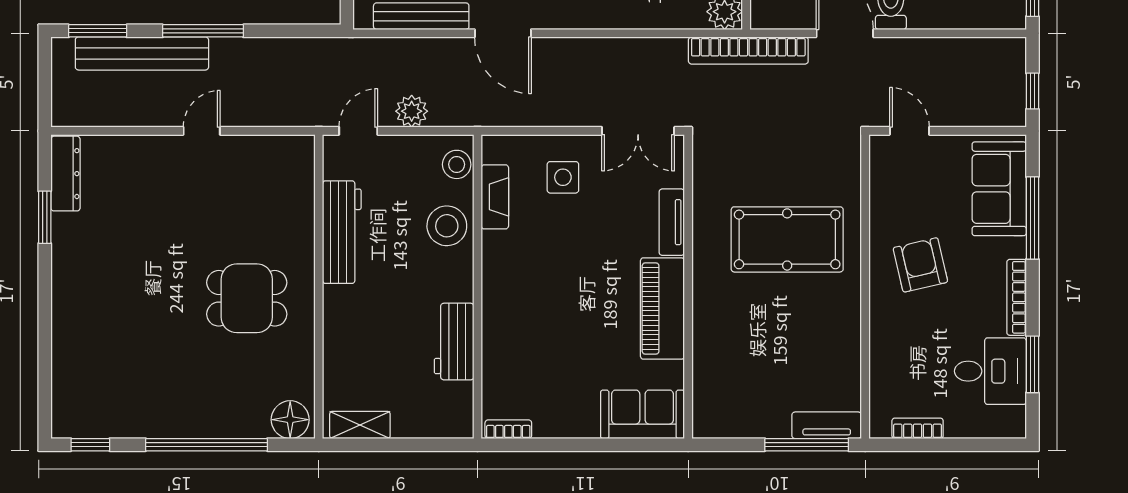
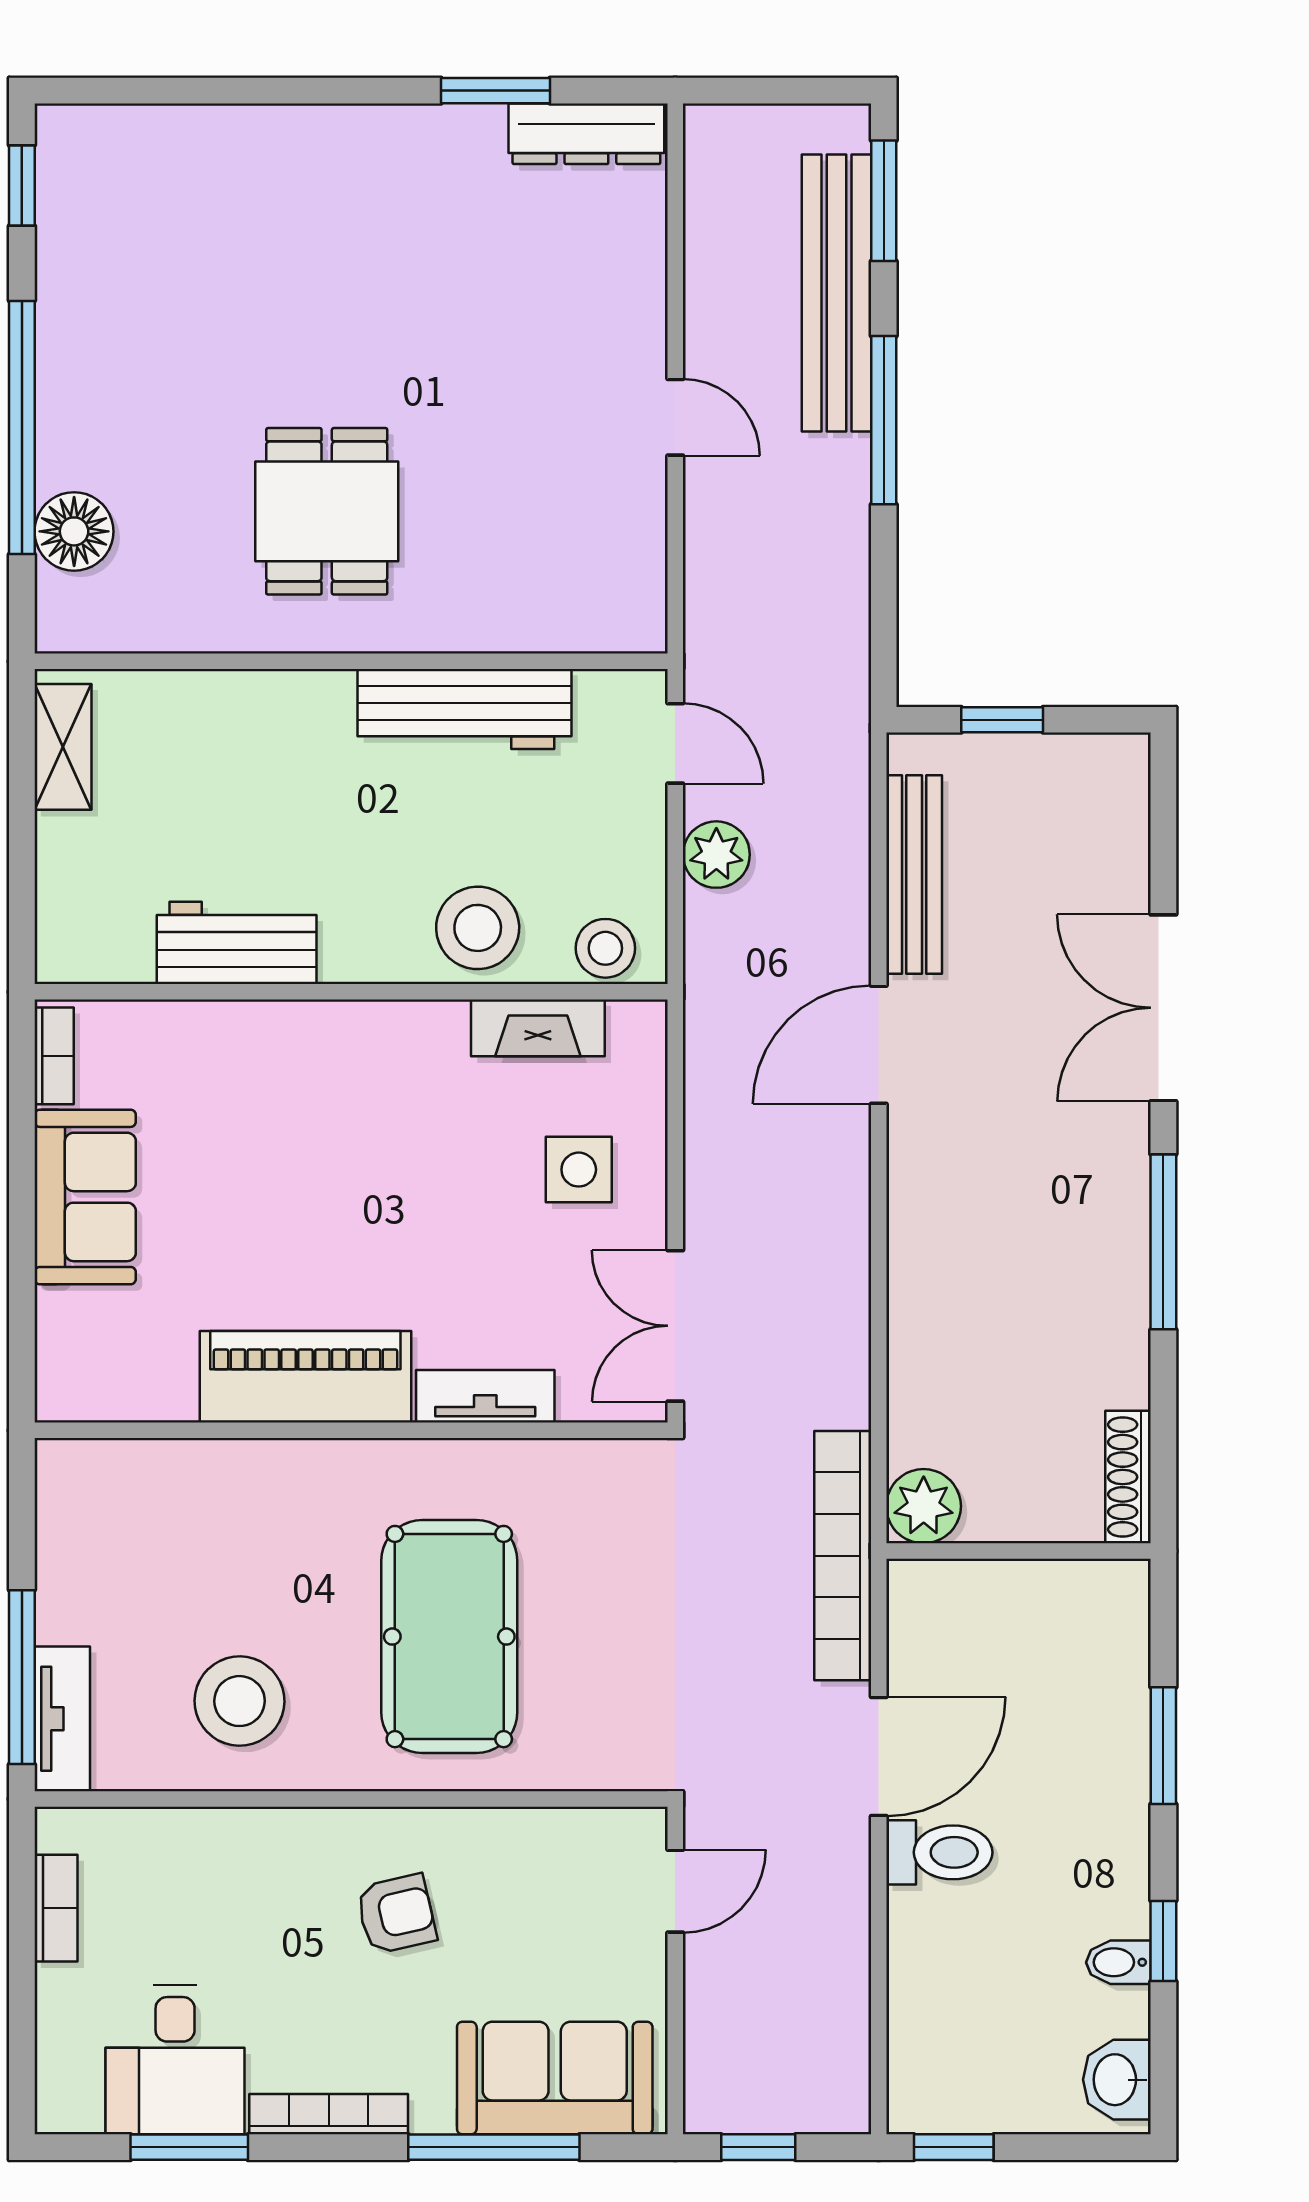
armchair: (920, 265) -> (396, 1914), width x0.72, depth x0.72
stool: (818, 340) -> (240, 1701), added
sofa: (642, 414) -> (85, 1197), moved
floor lamp: (290, 420) -> (74, 531), moved

